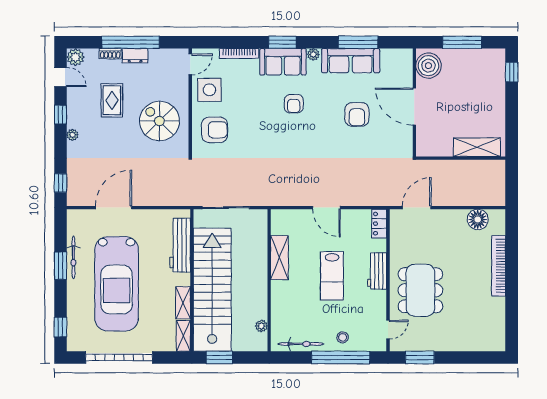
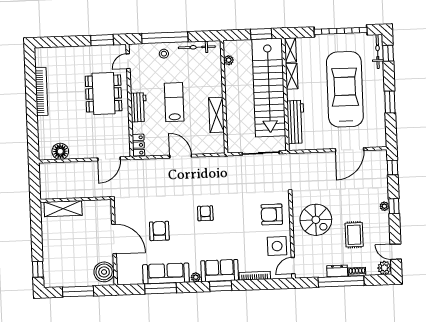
armchair: (294, 104) -> (205, 213), moved
window: (60, 115) -> (394, 206), moved
bicycle: (73, 257) -> (378, 51), moved
bookcase: (499, 266) -> (41, 92), moved

